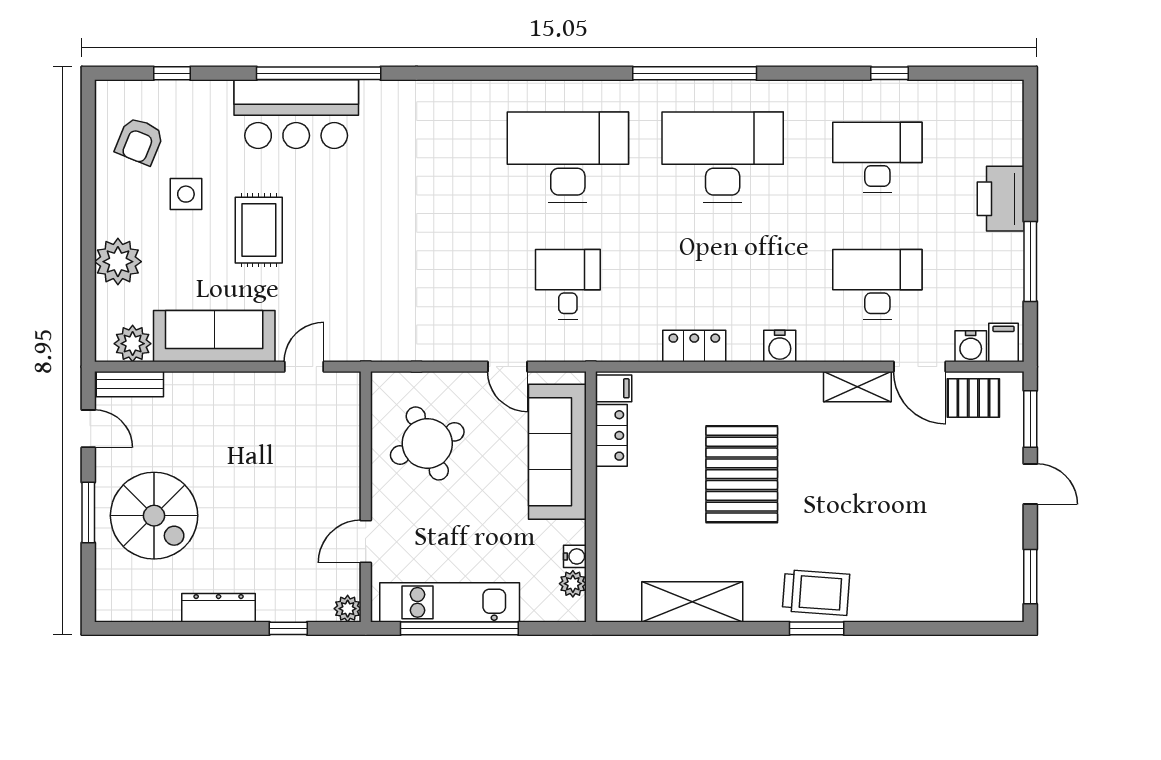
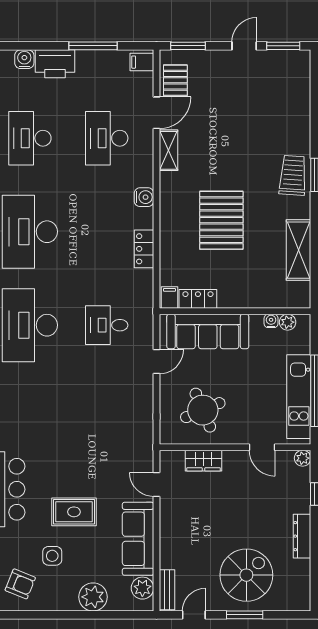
water cooler: (971, 346) -> (24, 59), moved, turned -90
wardrobe: (344, 445) -> (204, 461), added
pallet: (742, 474) -> (221, 220), turned 90
door: (1030, 484) -> (244, 46), moved

